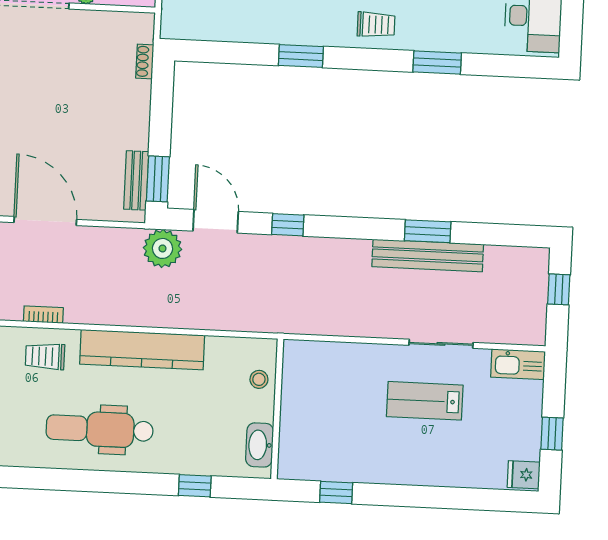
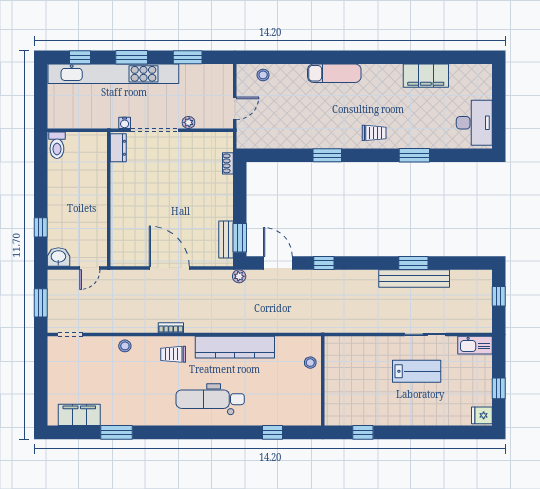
plant: (162, 248) -> (239, 276), width x0.53, depth x0.53
lab bench: (425, 401) -> (417, 371), turned 180
washbasin: (260, 445) -> (313, 404), removed

